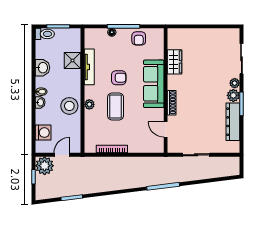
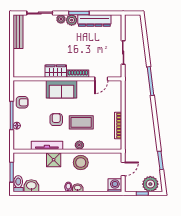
bench: (220, 34) -> (18, 32), added
shower: (73, 61) -> (54, 160), moved
wardrobe: (175, 62) -> (56, 71), moved
washbasin: (43, 68) -> (31, 186), moved
sofa: (154, 84) -> (61, 89), width x0.73
washing machine: (43, 133) -> (115, 185), moved
door: (62, 155) -> (123, 169), swing flipped
plant: (45, 166) -> (150, 184), moved

